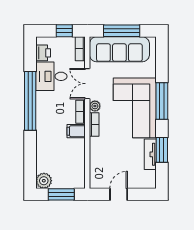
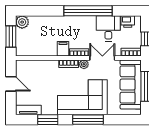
tv unit: (150, 154) -> (28, 110), moved

